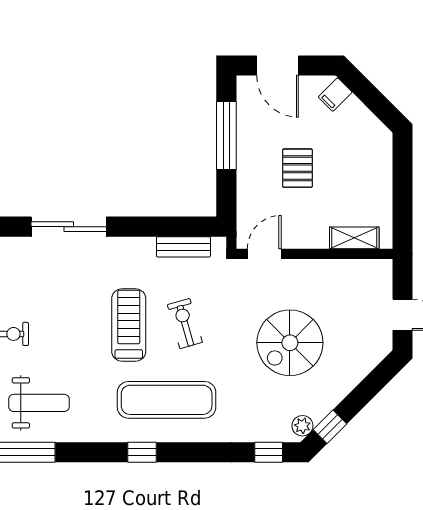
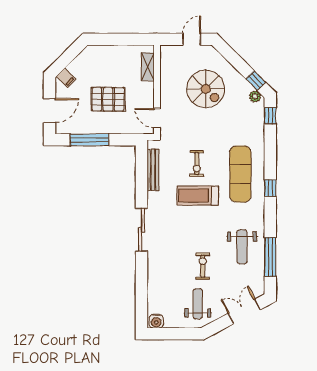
pallet: (297, 168) -> (108, 99), width x1.50, depth x1.42
bench: (183, 247) -> (153, 170), width x1.36
exercise bike: (185, 323) -> (197, 164), turned -74
spiral stairs: (290, 343) -> (206, 89), moved
weight bench: (39, 403) -> (242, 247), turned 180

